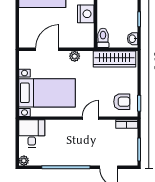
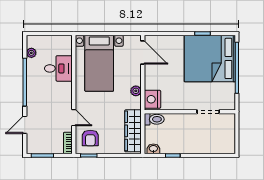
nightstand: (86, 14) -> (152, 99), moved, turned 90
door: (47, 49) -> (143, 52), moved
door: (91, 118) -> (74, 118), moved
desk: (32, 134) -> (58, 68), moved
plant: (24, 161) -> (31, 53), moved

